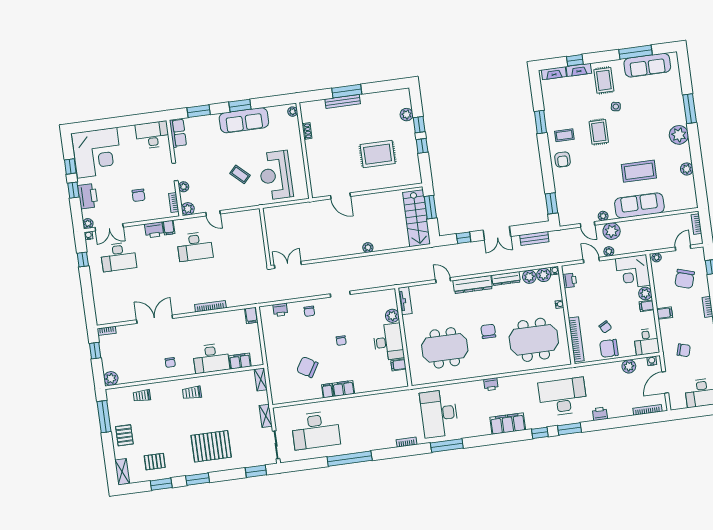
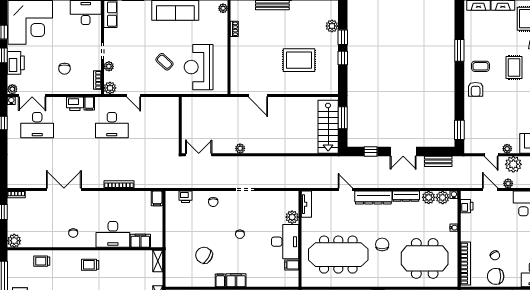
plant: (368, 248) -> (240, 148), moved
meeting table: (445, 348) -> (338, 255), width x1.36

